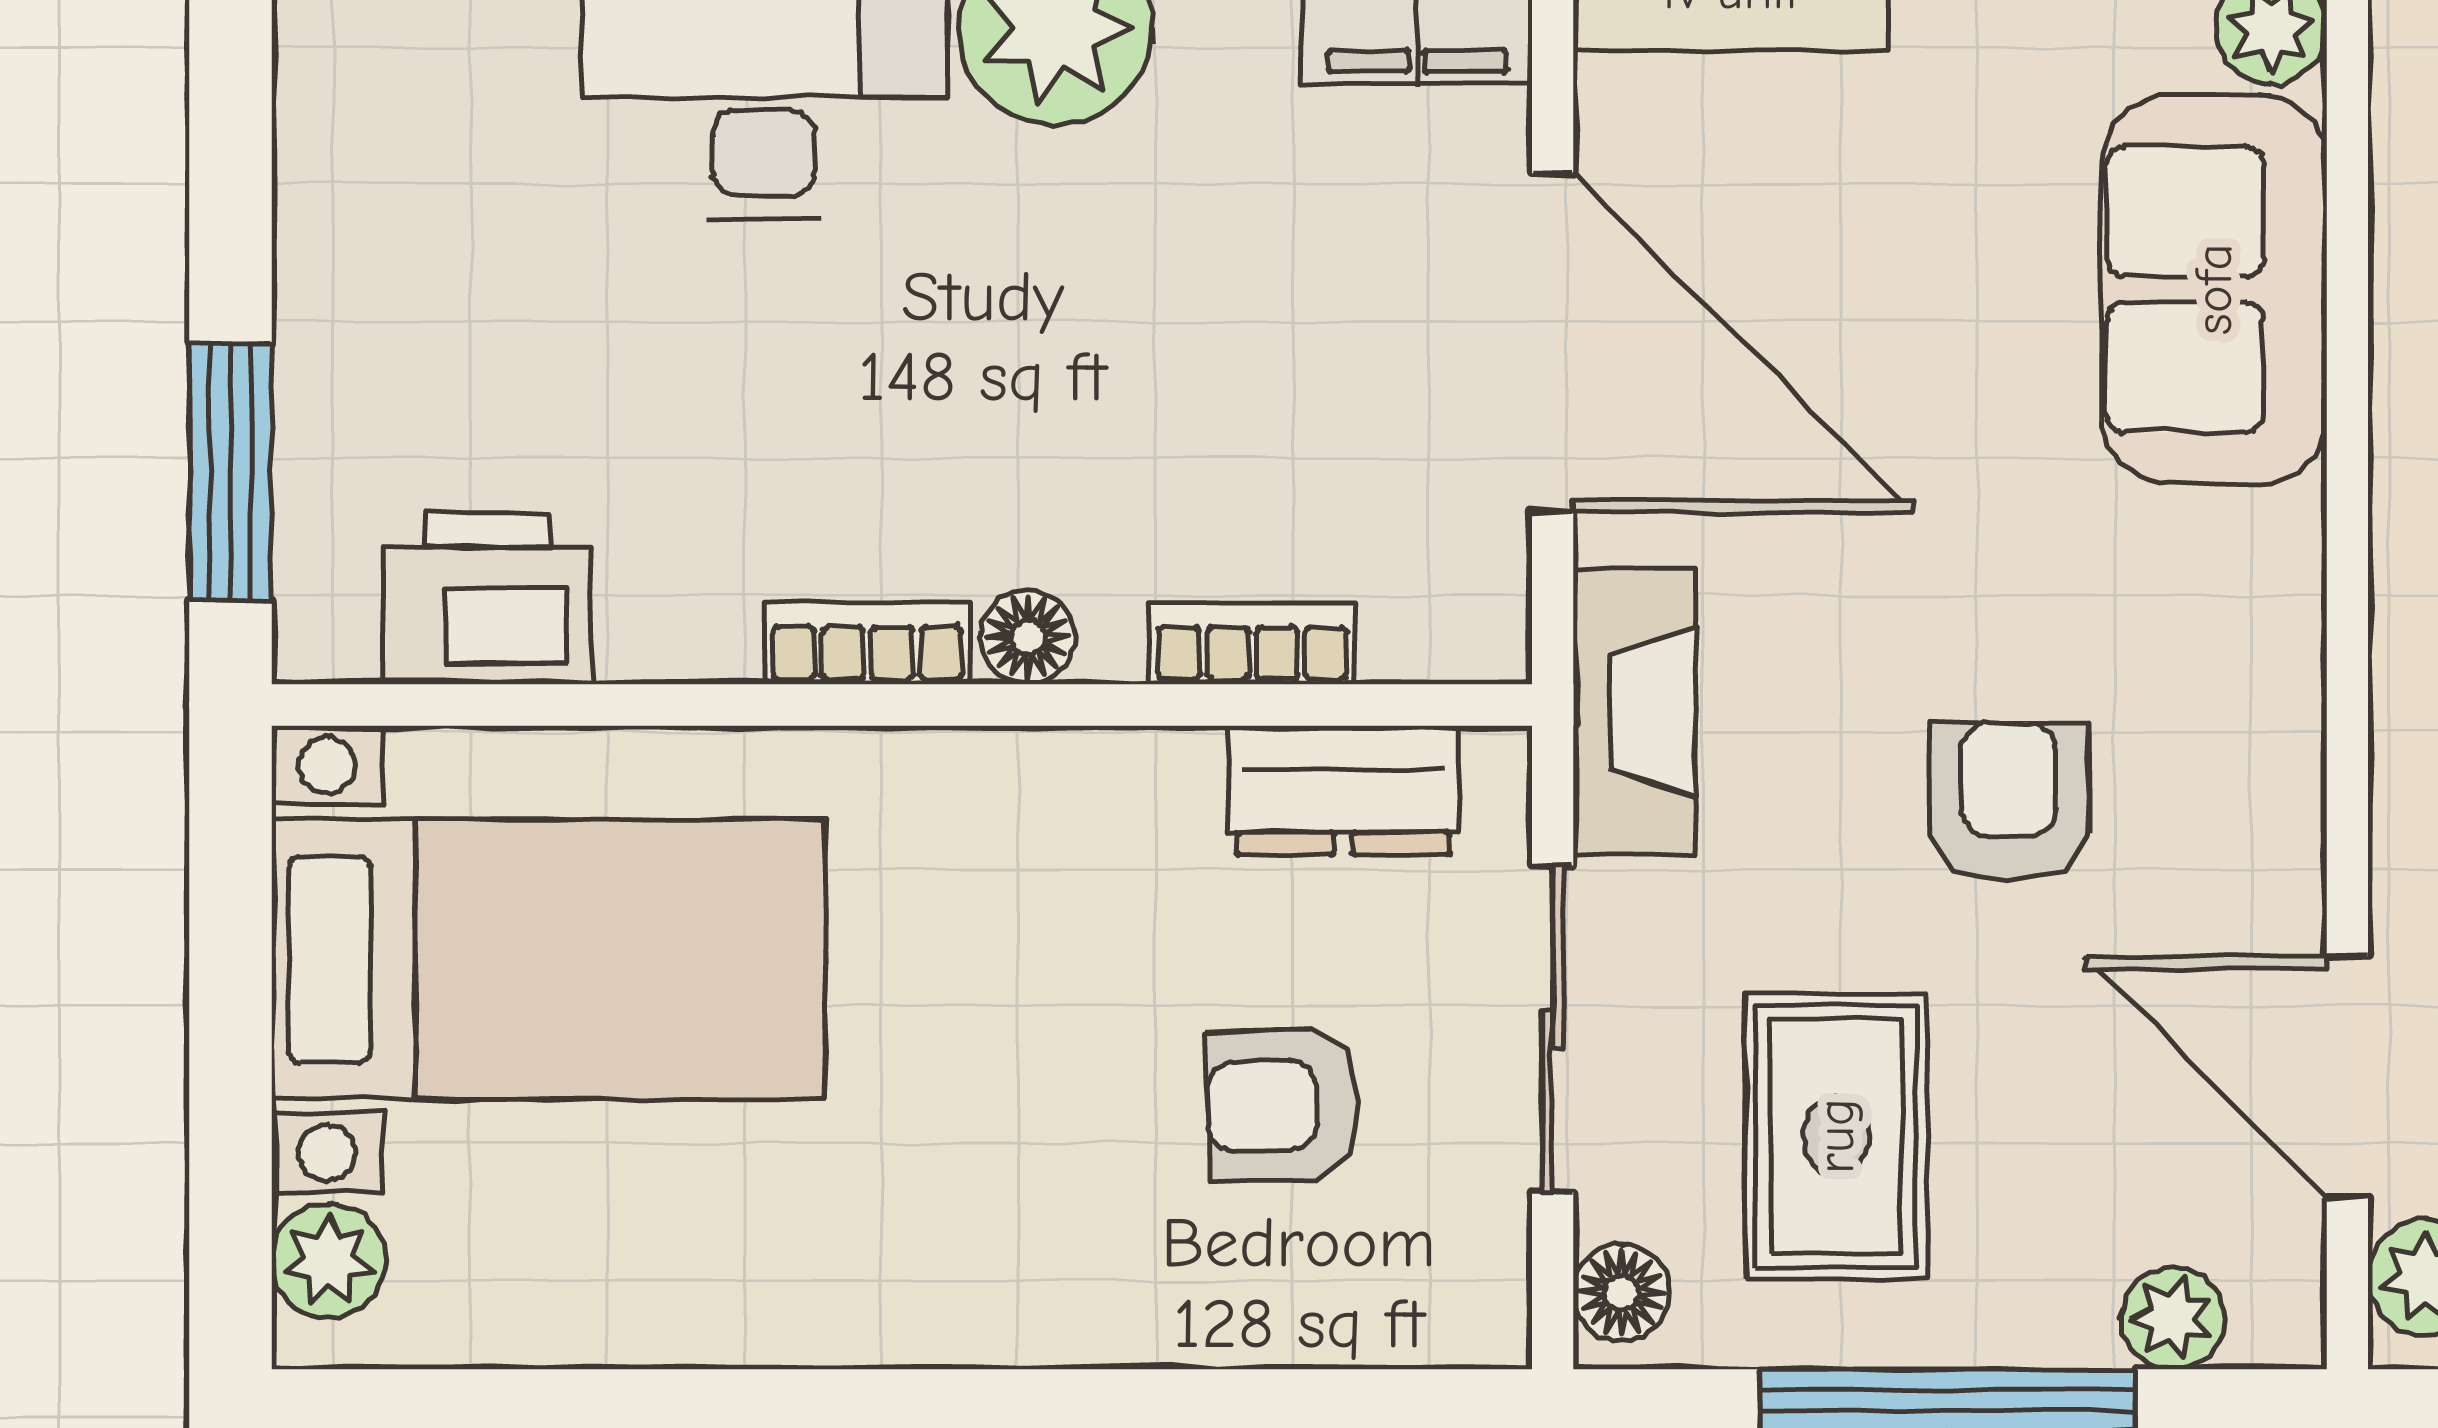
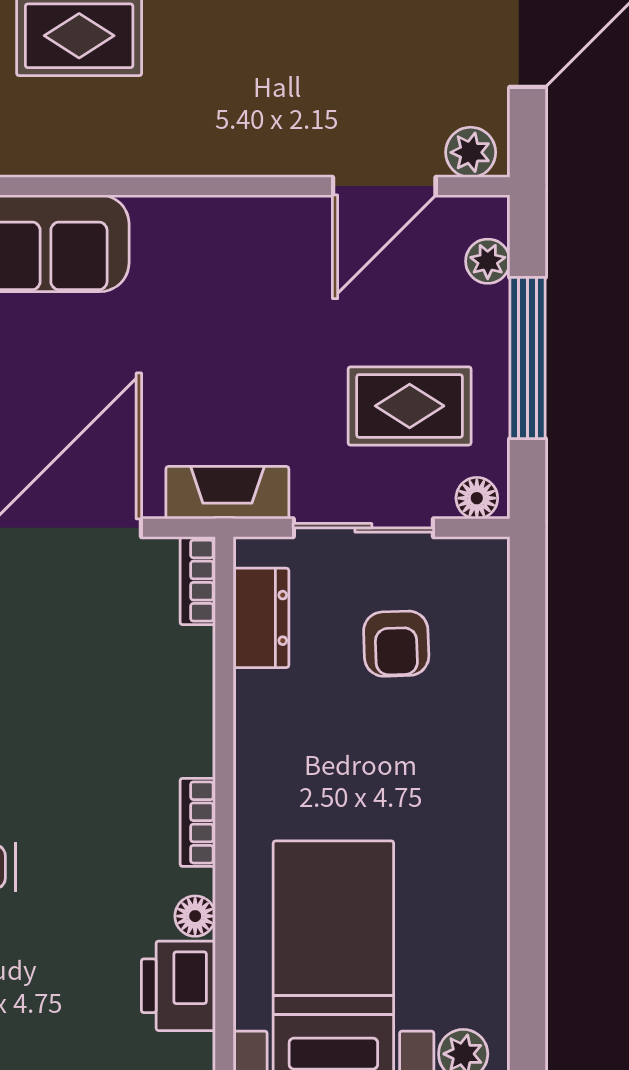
floor lamp: (1028, 637) -> (195, 916), moved
bookcase: (1252, 643) -> (198, 581), moved
armchair: (2009, 802) -> (266, 332), removed

